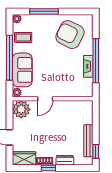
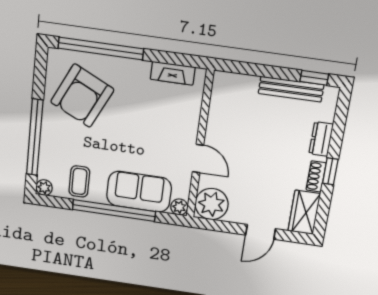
window: (44, 11) -> (35, 137), width x1.46
window: (96, 61) -> (101, 48), moved
fireplace: (88, 66) -> (173, 73), moved

